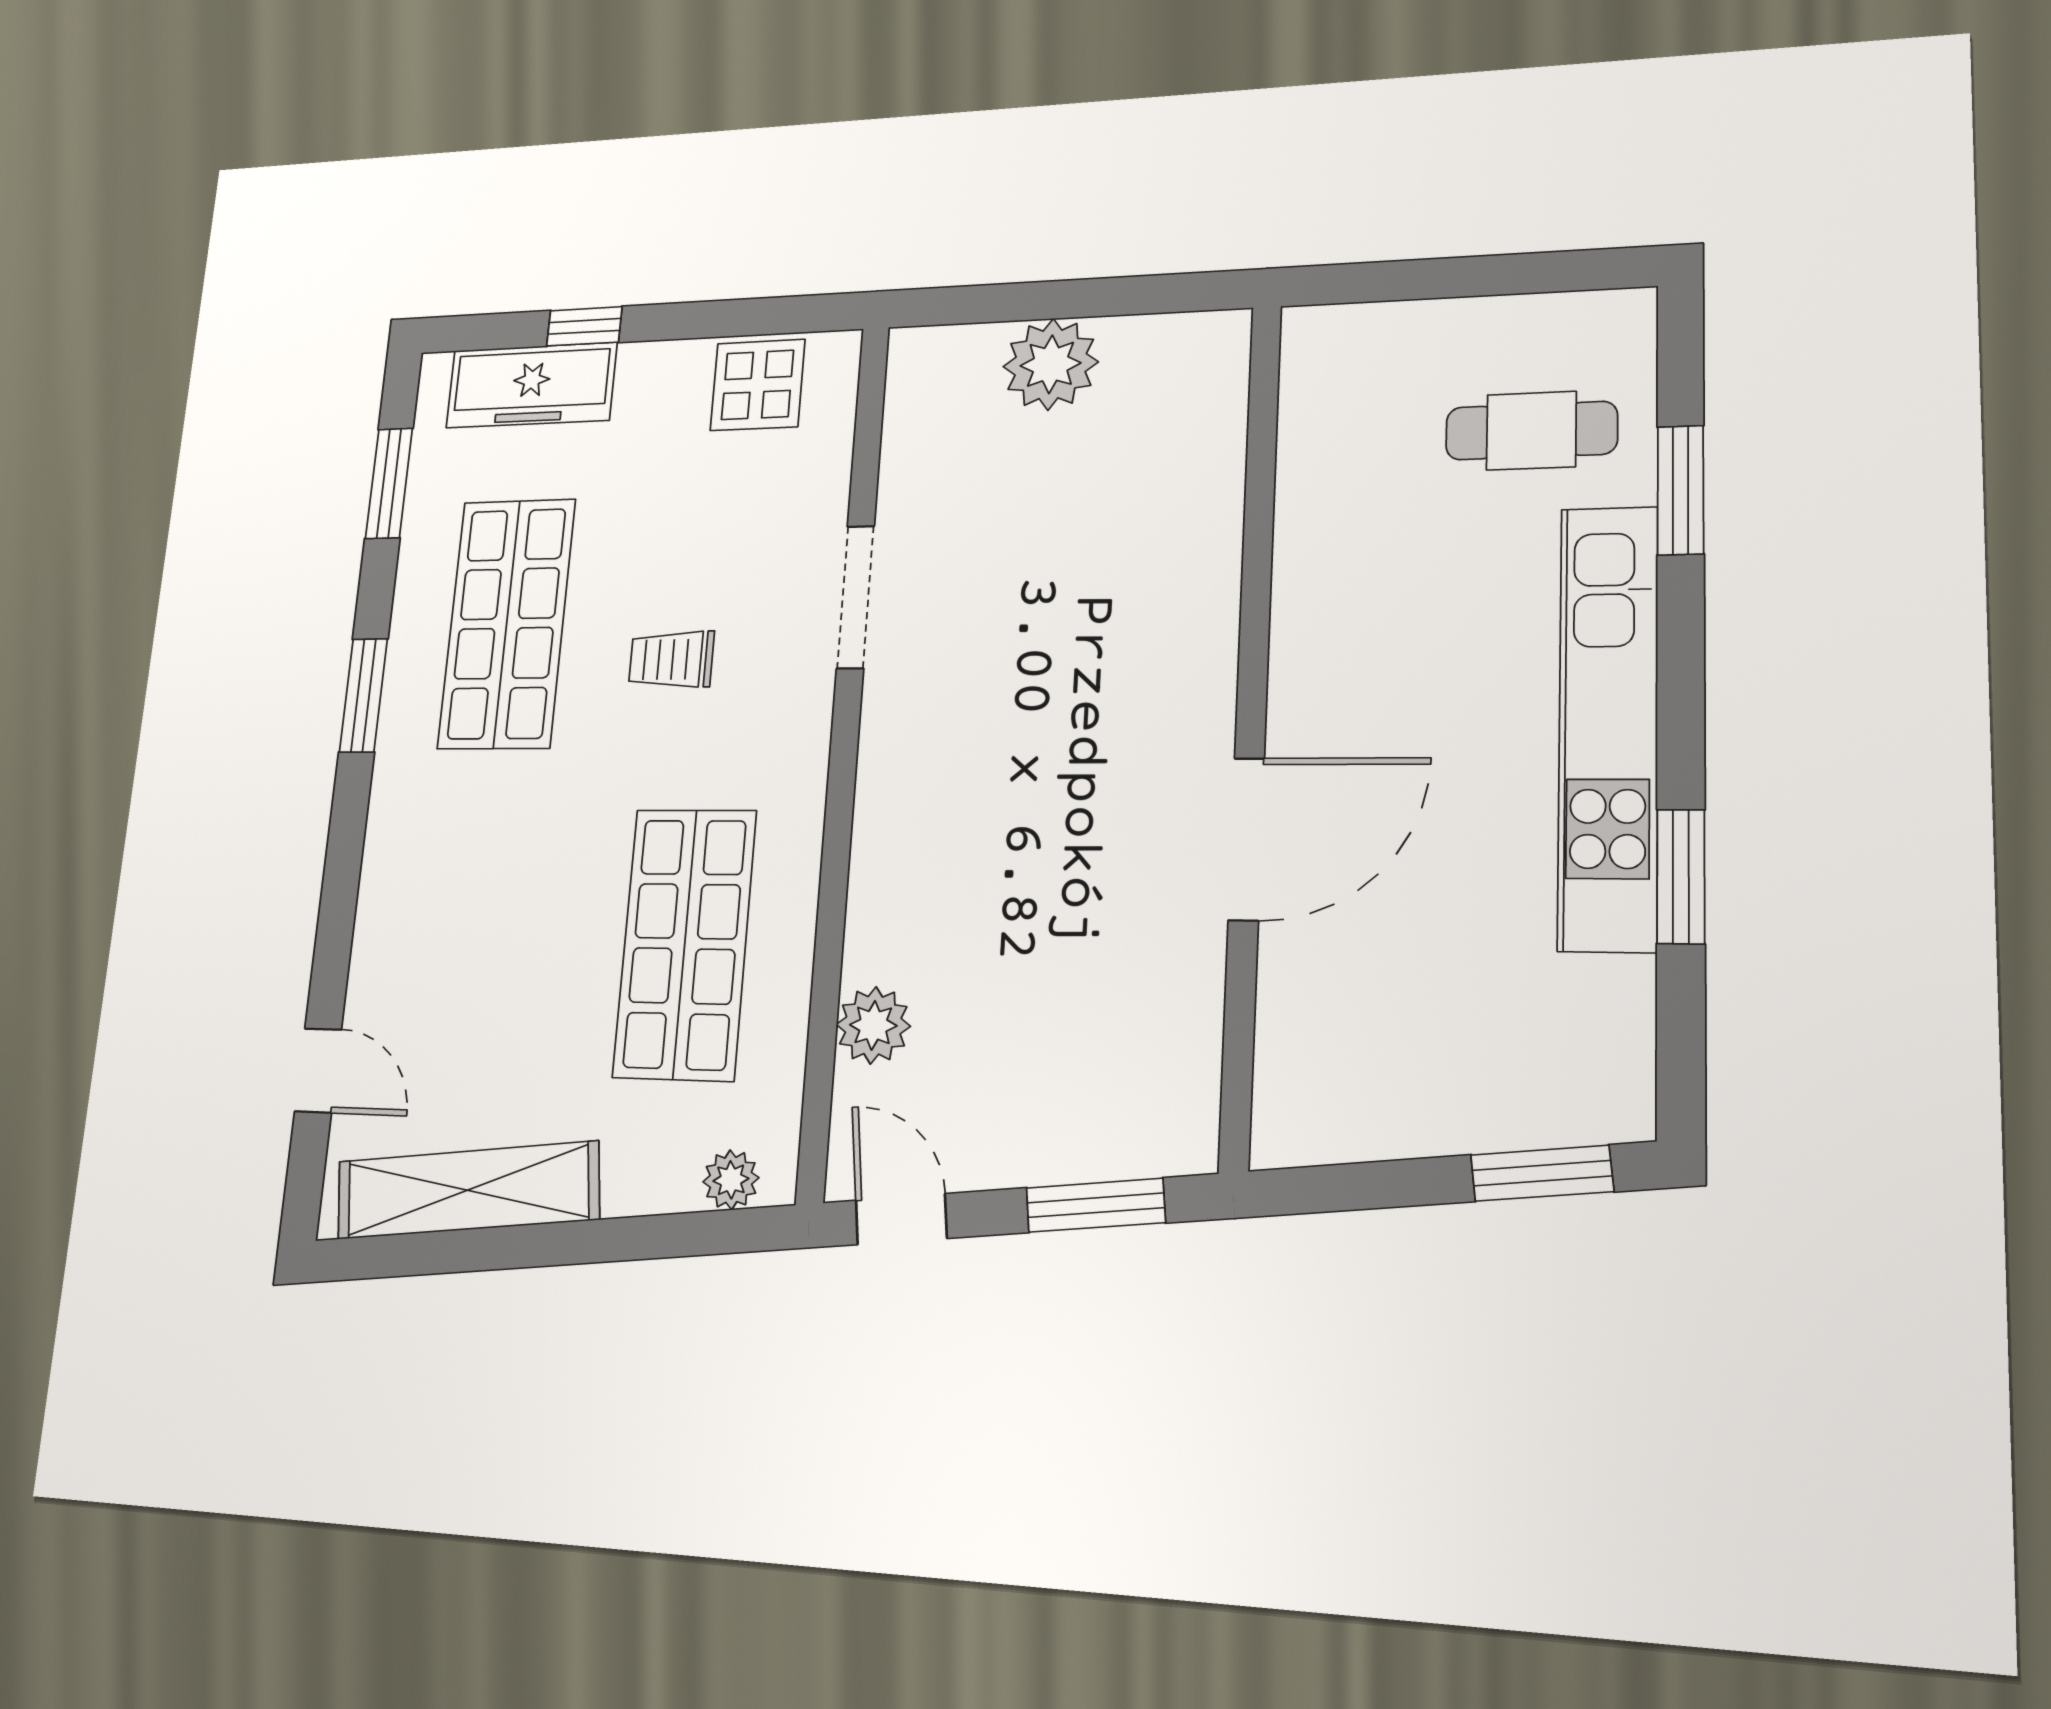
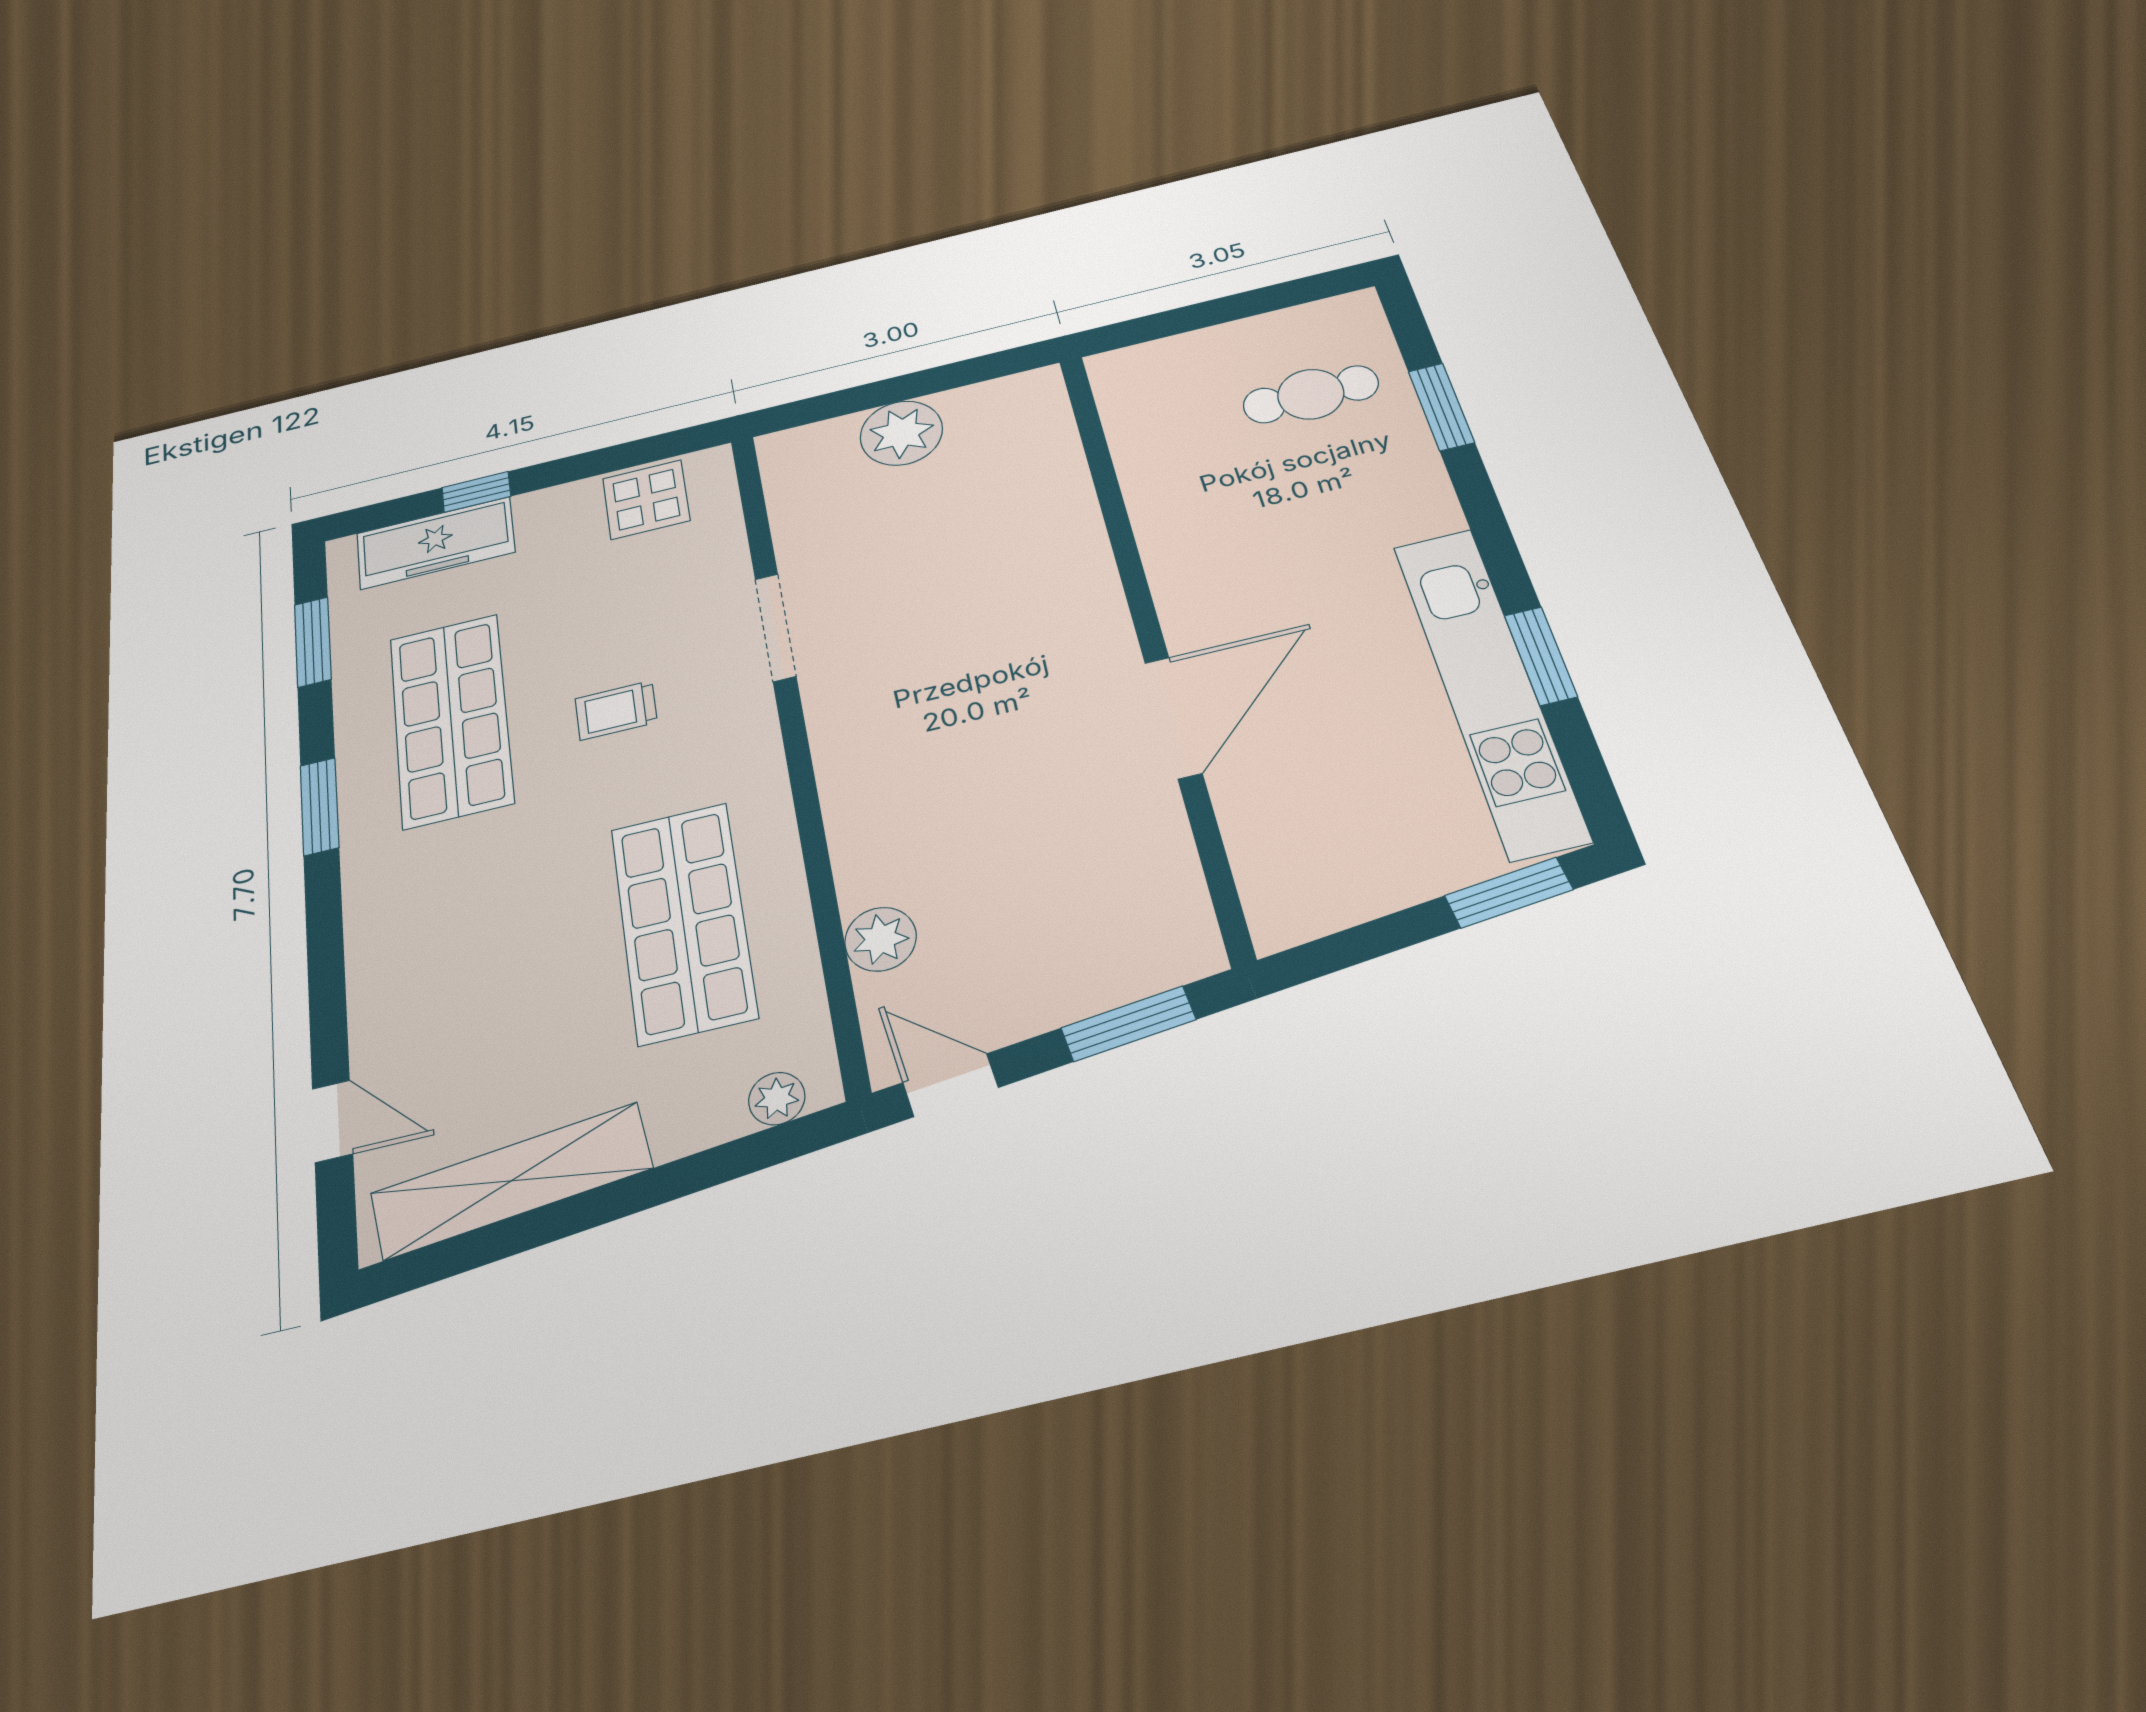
kitchen unit: (1608, 726) -> (1489, 689), moved

